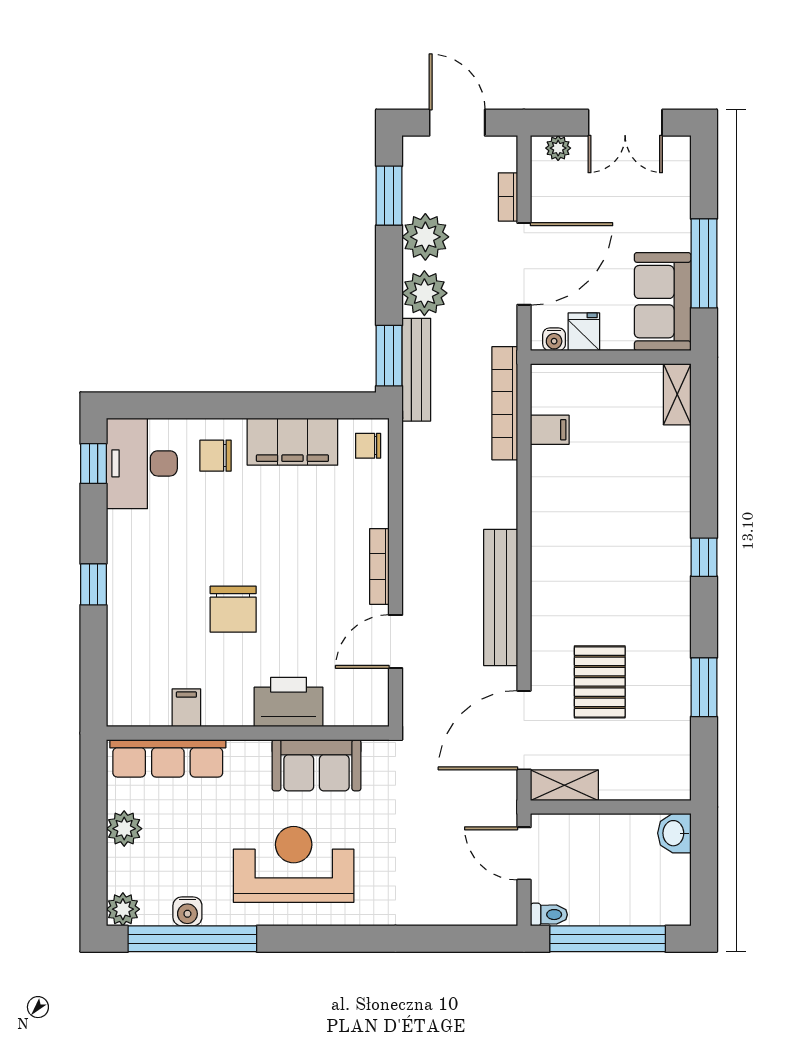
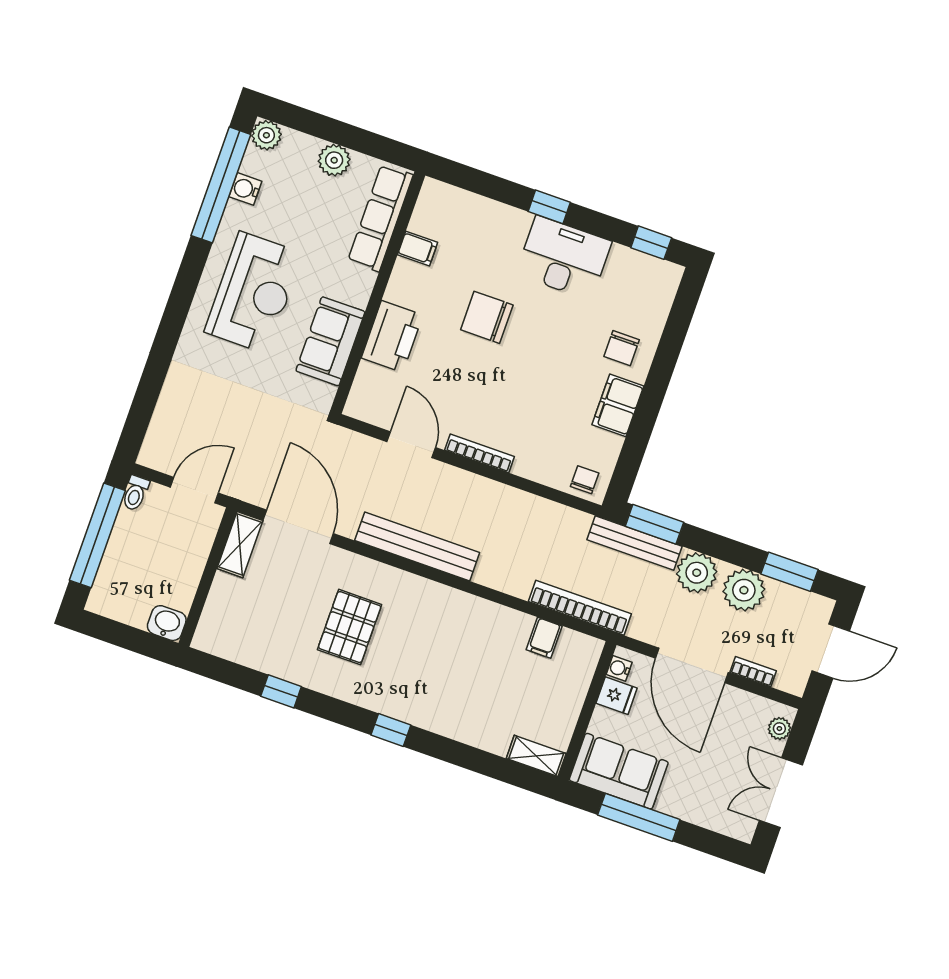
filing cabinet: (292, 442) -> (618, 405), width x0.67, depth x0.86
chair: (215, 456) -> (622, 348), turned 180
desk: (142, 463) -> (564, 258), moved
pallet: (600, 682) -> (350, 627), moved, turned 90
window: (704, 687) -> (281, 691), width x0.67

